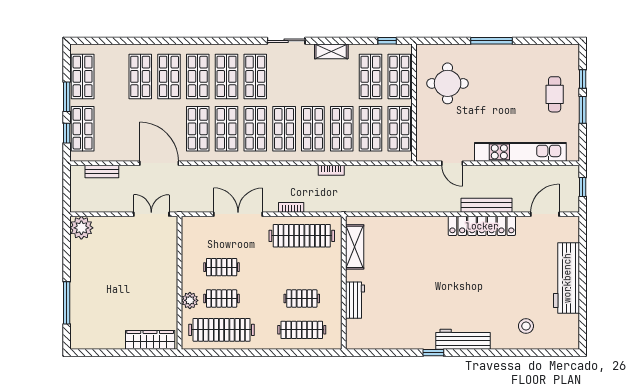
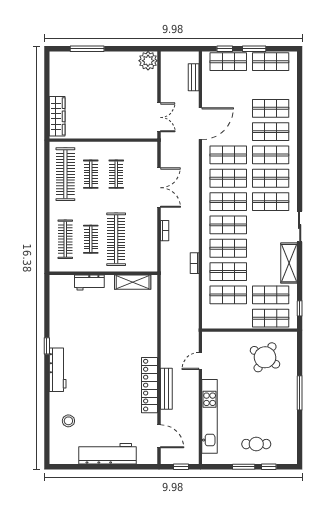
shelving: (331, 51) -> (289, 263), width x1.50, depth x1.33
round table: (448, 83) -> (265, 357), turned 33
shop shelf: (399, 129) -> (228, 318), removed
clothes rail: (302, 236) -> (116, 239), moved
plant: (190, 300) -> (89, 149), removed

